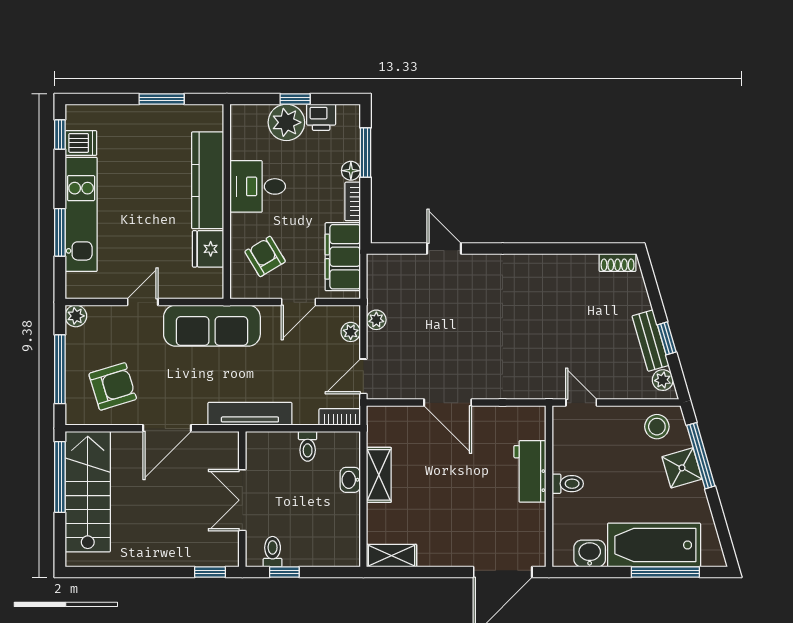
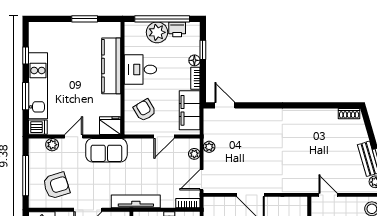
window: (295, 99) -> (162, 19), width x3.17
window: (60, 135) -> (26, 55), moved
dishwasher: (81, 143) -> (38, 127), moved
window: (365, 153) -> (203, 50), width x0.67
door: (444, 248) -> (225, 105), moved
fridge: (208, 249) -> (110, 126), moved, turned 90
plant: (76, 316) -> (52, 145), moved
sofa: (212, 326) -> (106, 150), width x0.73

